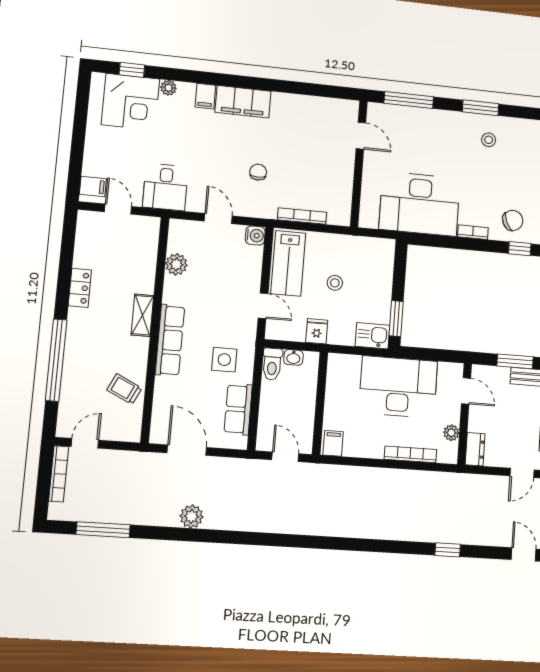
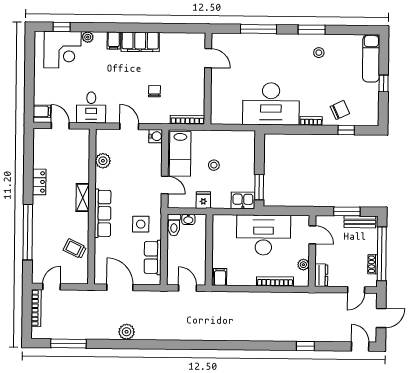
door: (361, 136) -> (208, 58), moved
wall: (359, 164) -> (208, 79), moved

